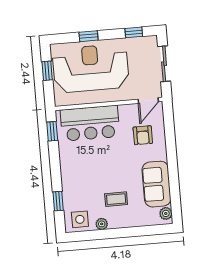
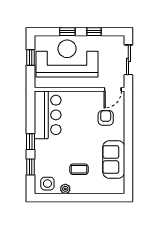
window: (134, 32) -> (94, 32), moved
bar counter: (90, 123) -> (48, 115), moved, turned -90
window: (52, 131) -> (31, 142), moved
armchair: (143, 135) -> (106, 118), turned 180
plant: (166, 213) -> (119, 185), removed

